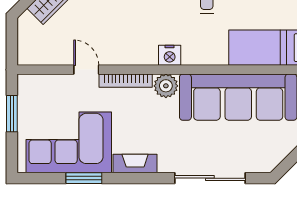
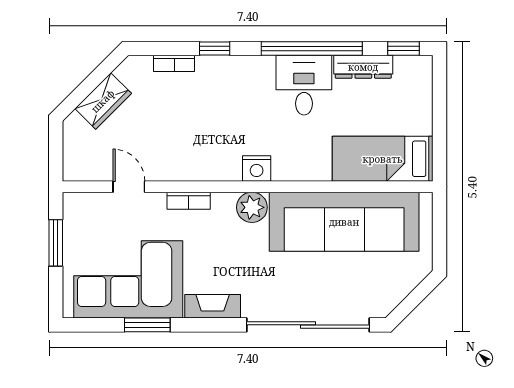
door: (86, 70) -> (129, 187), moved
bookcase: (126, 81) -> (189, 201), width x0.64
sliding door: (210, 178) -> (308, 325), width x1.36

